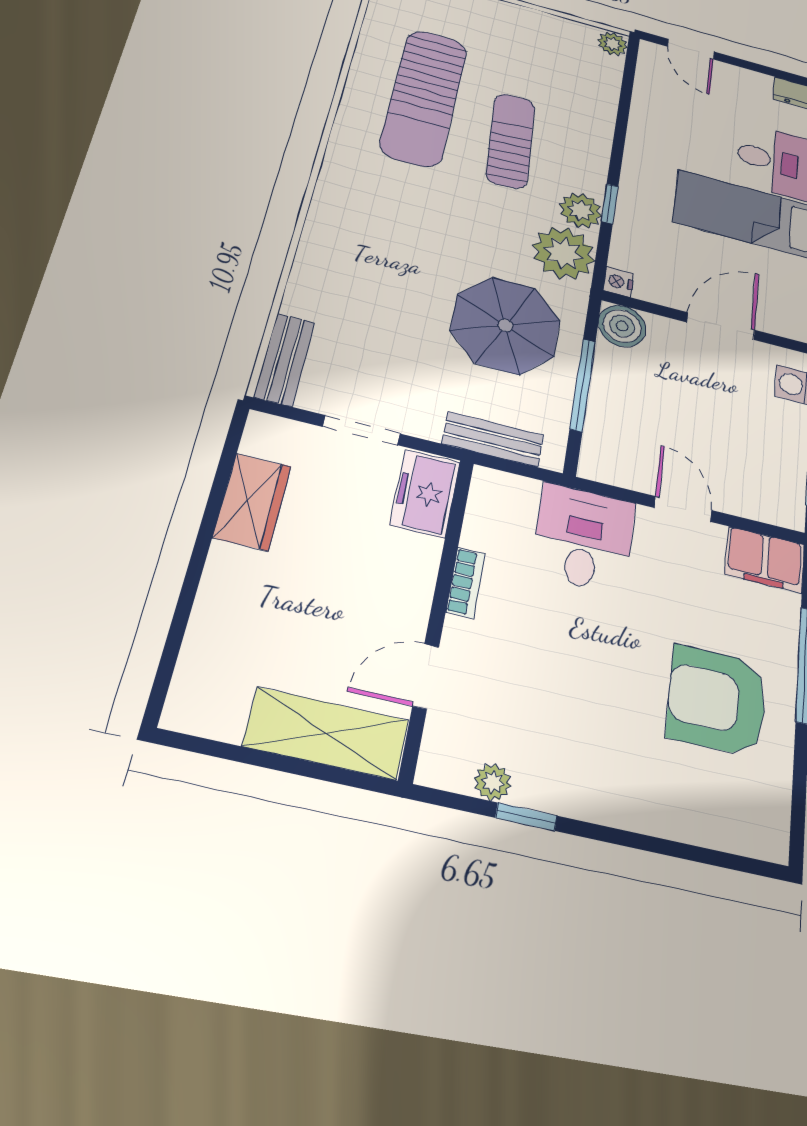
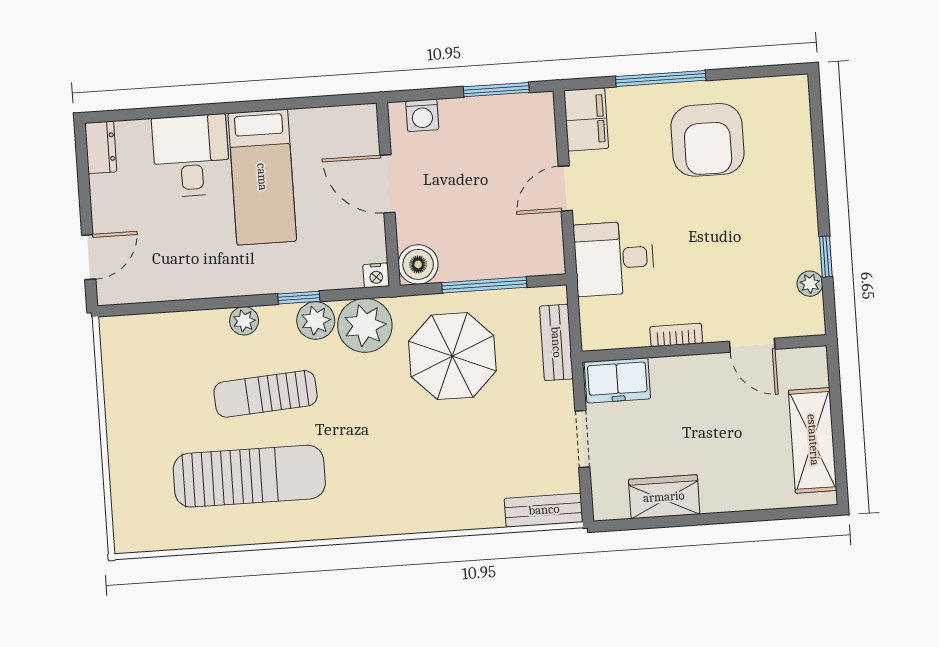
plant: (612, 44) -> (244, 321), moved
shelving: (326, 733) -> (813, 440), moved

